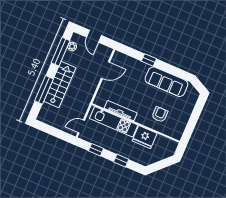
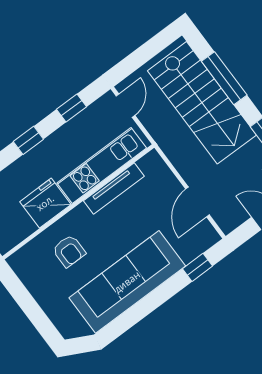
window: (149, 60) -> (198, 267), moved
sofa: (166, 82) -> (127, 282), width x1.36, depth x1.27
stairs: (60, 85) -> (202, 103), width x1.36, depth x1.51

